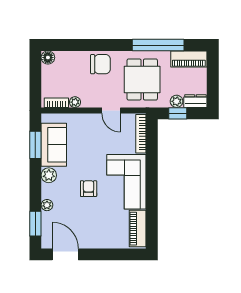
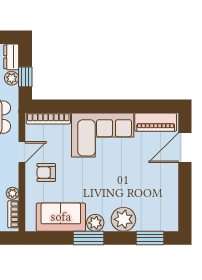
window: (35, 145) -> (89, 238), moved
armchair: (89, 189) -> (46, 172), moved
plant: (47, 205) -> (123, 219), width x1.88, depth x1.88
door: (65, 254) -> (185, 148), moved

